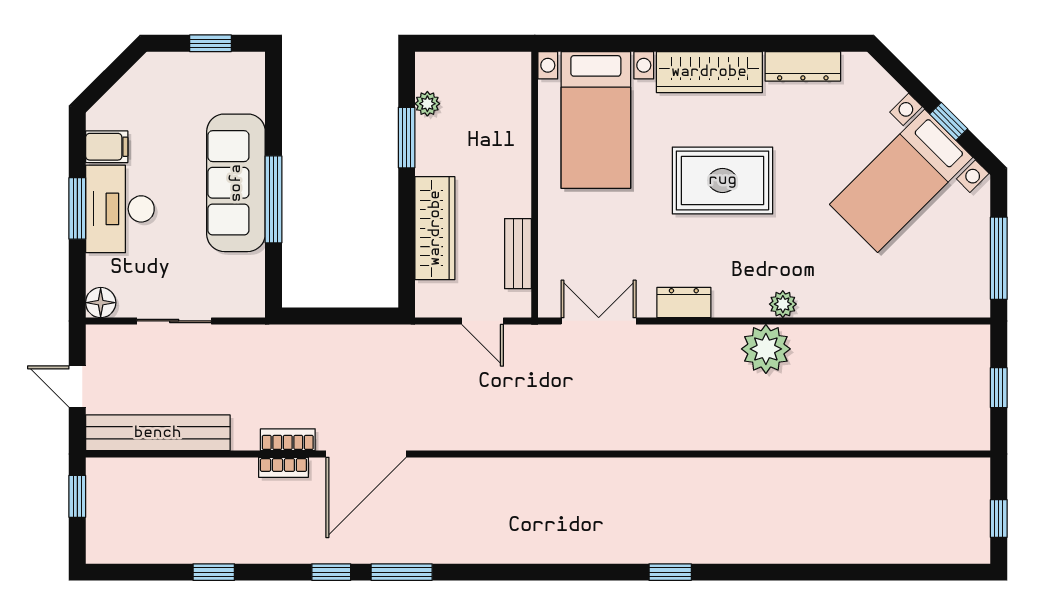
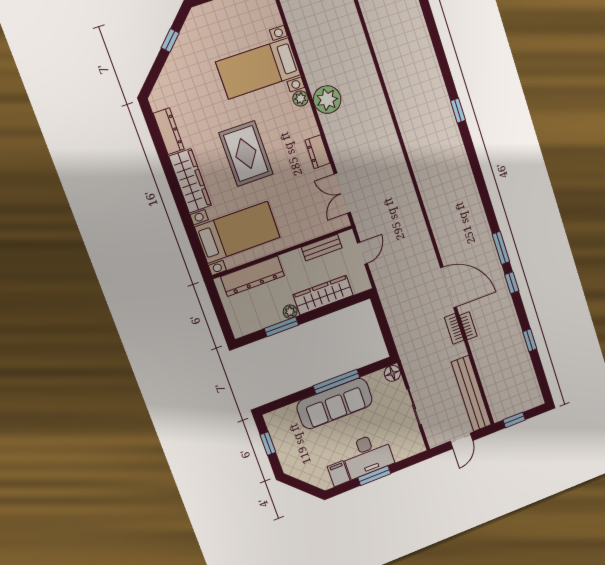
plant: (427, 104) -> (290, 312), moved
dresser: (512, 119) -> (253, 276), added
bed with nightstands: (901, 181) -> (258, 68), moved, turned 135
floor lamp: (101, 303) -> (392, 373), moved

